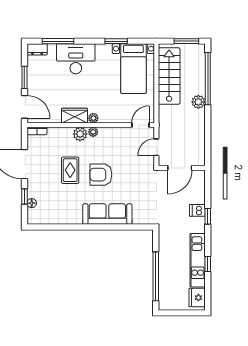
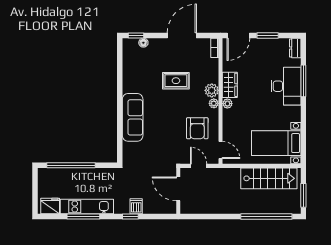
window: (58, 41) -> (303, 81), moved
window: (116, 41) -> (303, 126), removed
plant: (198, 102) -> (243, 207), removed
armchair: (101, 175) -> (197, 128), moved, turned 180
window: (24, 197) -> (136, 36), moved
window: (208, 264) -> (83, 217), width x2.17

